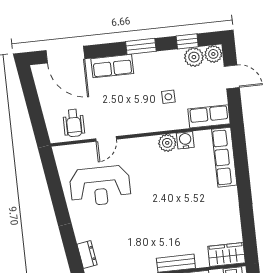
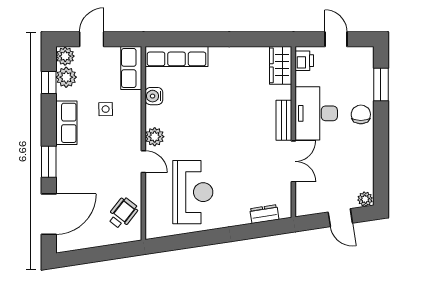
window: (141, 46) -> (49, 162), moved
row of seats: (112, 66) -> (66, 123), moved
wheelchair: (74, 123) -> (123, 213), turned -52
door: (106, 139) -> (143, 162), moved
plant: (167, 143) -> (155, 137), moved

